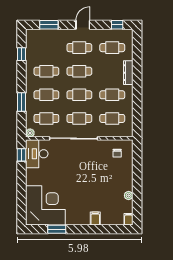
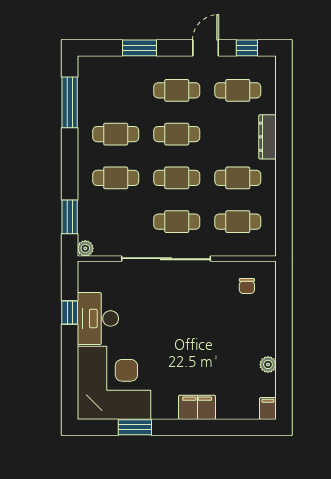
window: (49, 25) -> (139, 48), moved
door: (83, 25) -> (206, 48), moved
window: (22, 54) -> (70, 102), width x2.17
window: (22, 102) -> (70, 217), moved
cafe table: (46, 118) -> (116, 222), removed
desk: (37, 154) -> (98, 318), moved
window: (22, 155) -> (70, 312), moved
filing cabinet: (95, 219) -> (197, 407), width x2.00

